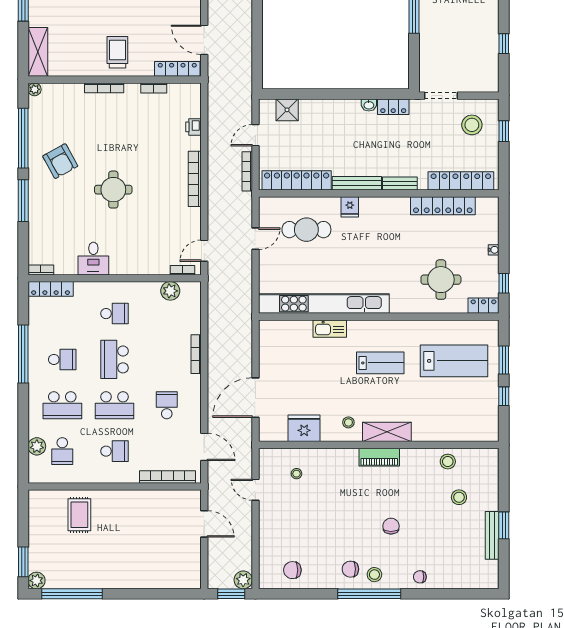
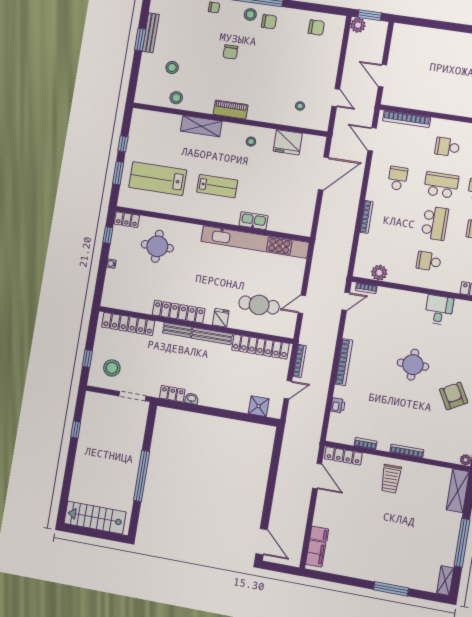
locker: (443, 206) -> (179, 312), moved
lab bench: (380, 363) -> (217, 186), turned 180
school desk: (167, 405) -> (398, 178), turned 180
shelving: (387, 432) -> (201, 126), moved

